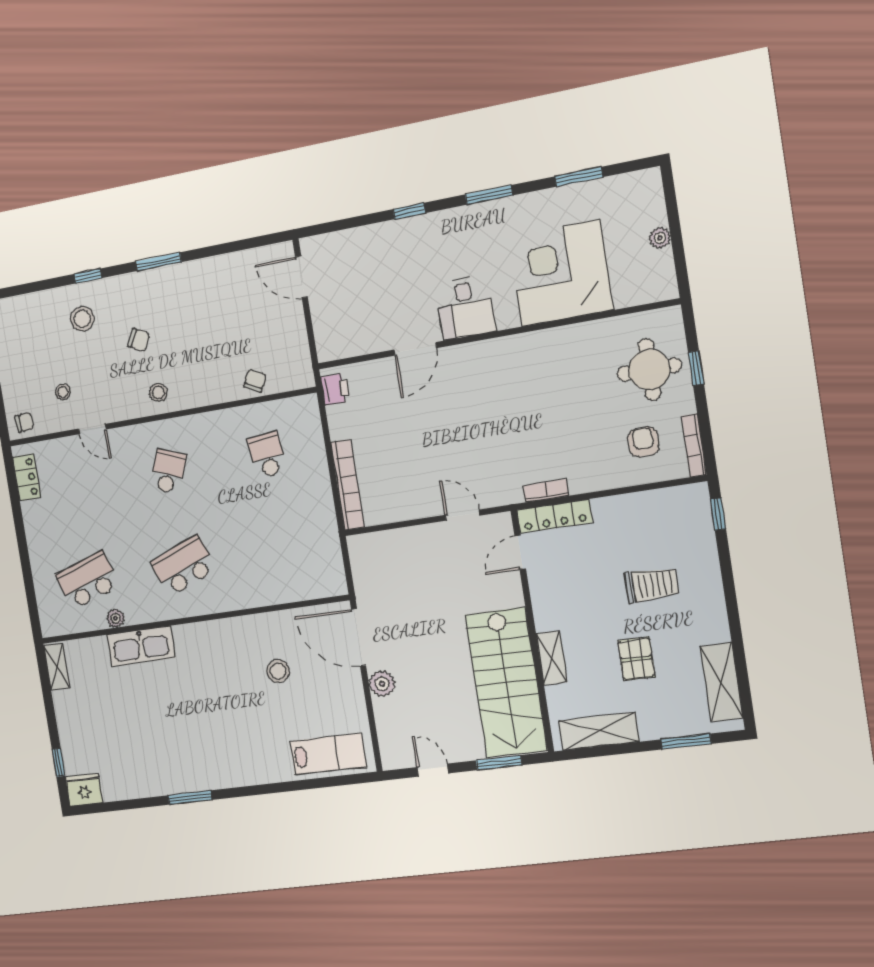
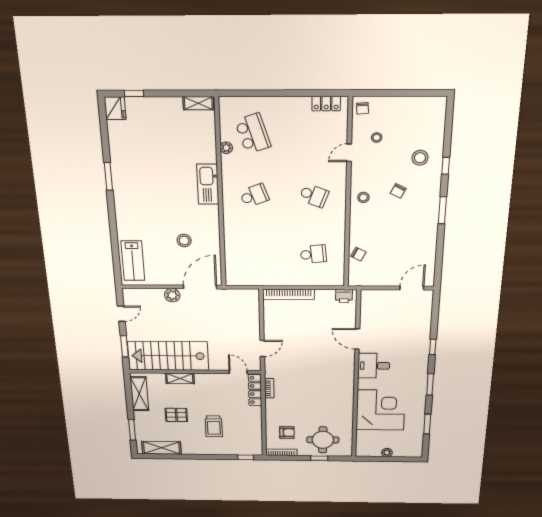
school desk: (183, 566) -> (254, 195), width x0.54
kitchen sink: (141, 646) -> (208, 184), moved

